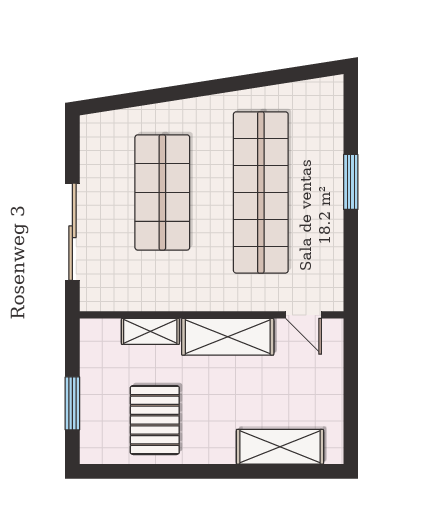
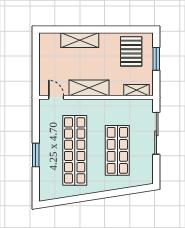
shelving: (150, 331) -> (136, 90), moved
pallet: (155, 420) -> (131, 51), moved
shelving: (280, 447) -> (80, 40), moved

